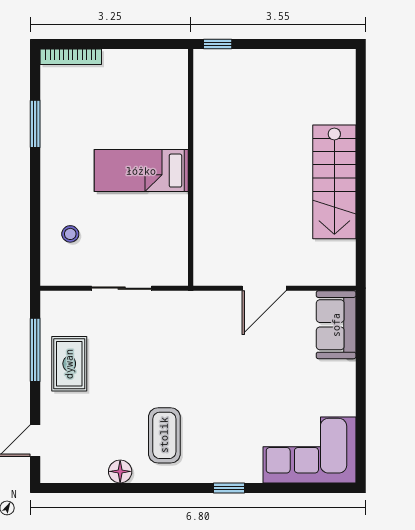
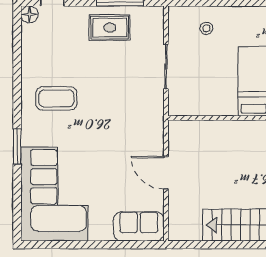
corner sofa: (309, 450) -> (54, 194), width x1.36, depth x1.36
floor lamp: (120, 471) -> (29, 14), moved
window: (229, 488) -> (17, 147), width x1.50

